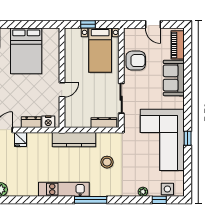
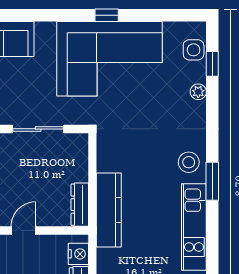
door: (62, 90) -> (24, 231), hinge flipped
dresser: (104, 123) -> (80, 205), moved
stool: (107, 162) -> (189, 162), moved
window: (91, 200) -> (212, 181), width x0.69

